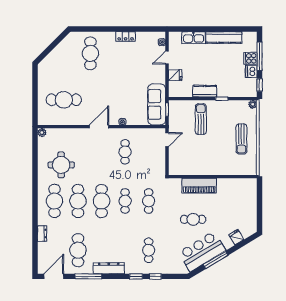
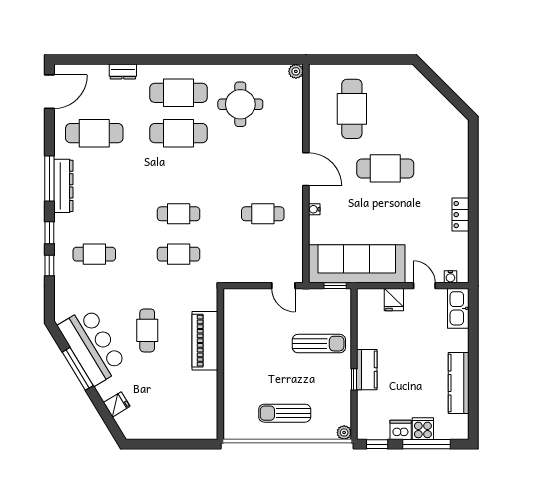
kitchen sink: (193, 38) -> (458, 308), moved
cafe table: (90, 53) -> (385, 168), moved
kitchen counter: (205, 91) -> (367, 370), moved
sofa: (157, 104) -> (357, 264), width x1.36, depth x1.27
cafe table: (102, 201) -> (179, 173), removed
door: (54, 276) -> (49, 92), hinge flipped
window: (88, 276) -> (49, 178), moved

